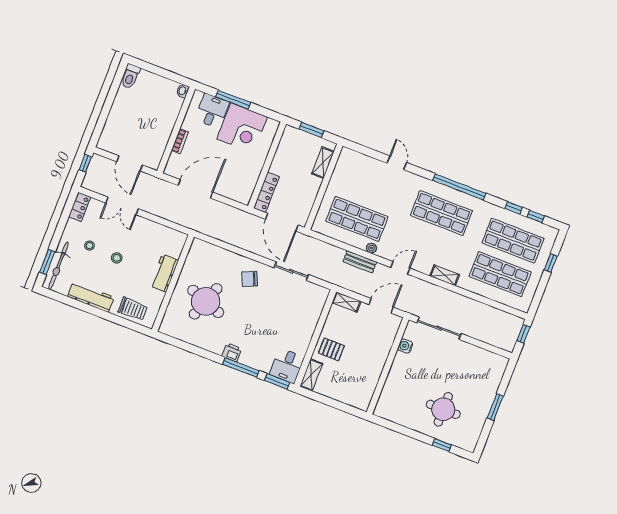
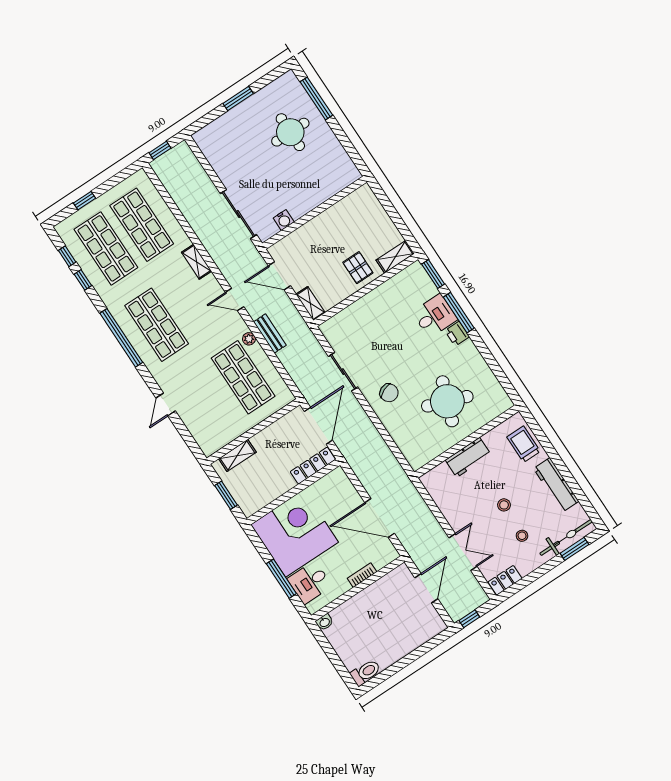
corner desk: (242, 128) -> (294, 533), width x1.36, depth x1.36
desk: (287, 366) -> (435, 316), moved
window: (442, 445) -> (316, 98), width x2.17

